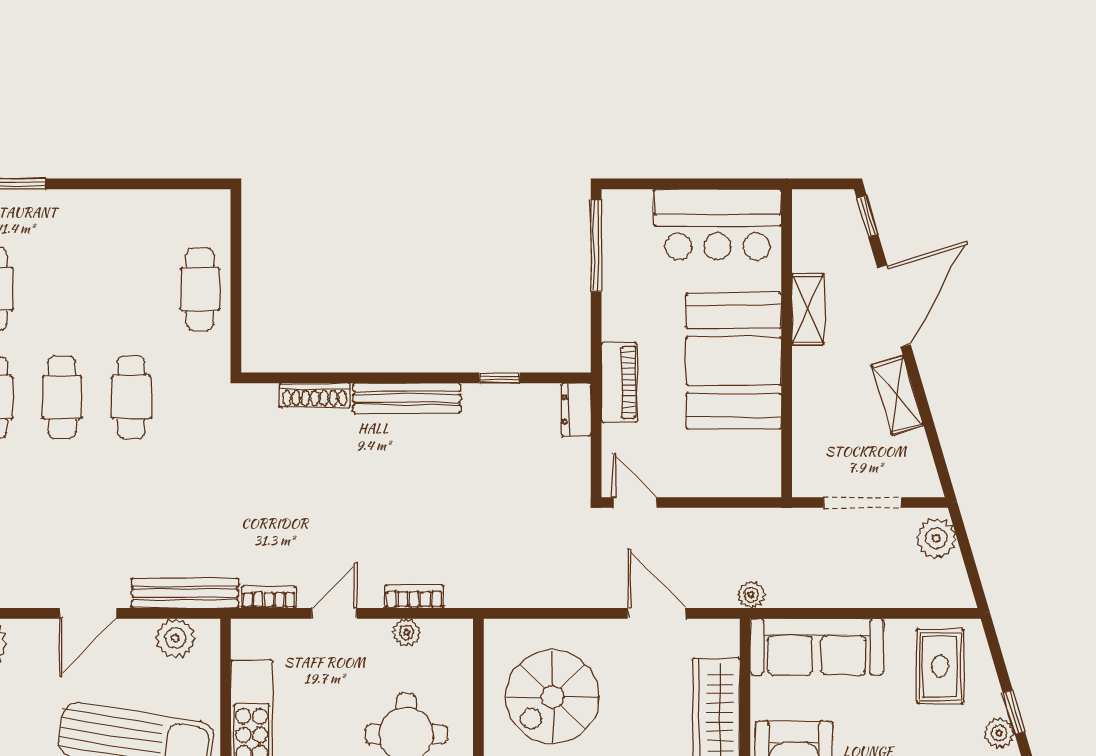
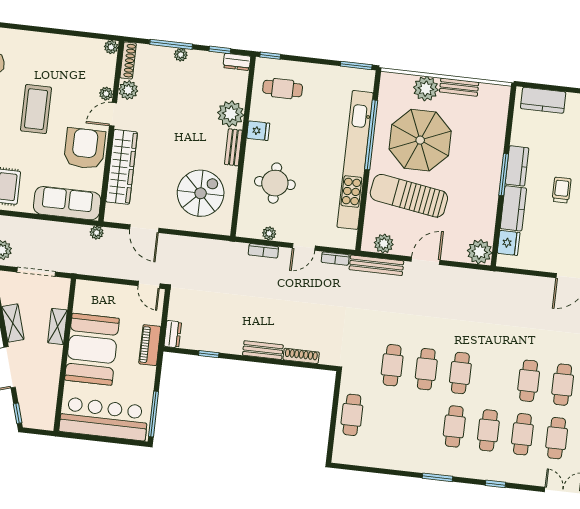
bar counter: (718, 225) -> (104, 419), width x1.36
shelving: (808, 309) -> (58, 326), moved
bench: (407, 398) -> (263, 350), width x0.73

